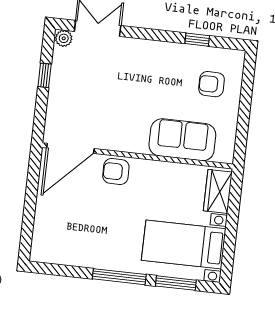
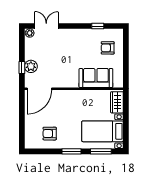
window: (45, 75) -> (22, 67), moved
plant: (59, 103) -> (31, 66), added
armchair: (116, 172) -> (50, 134), moved
window: (119, 277) -> (72, 151), width x0.69

